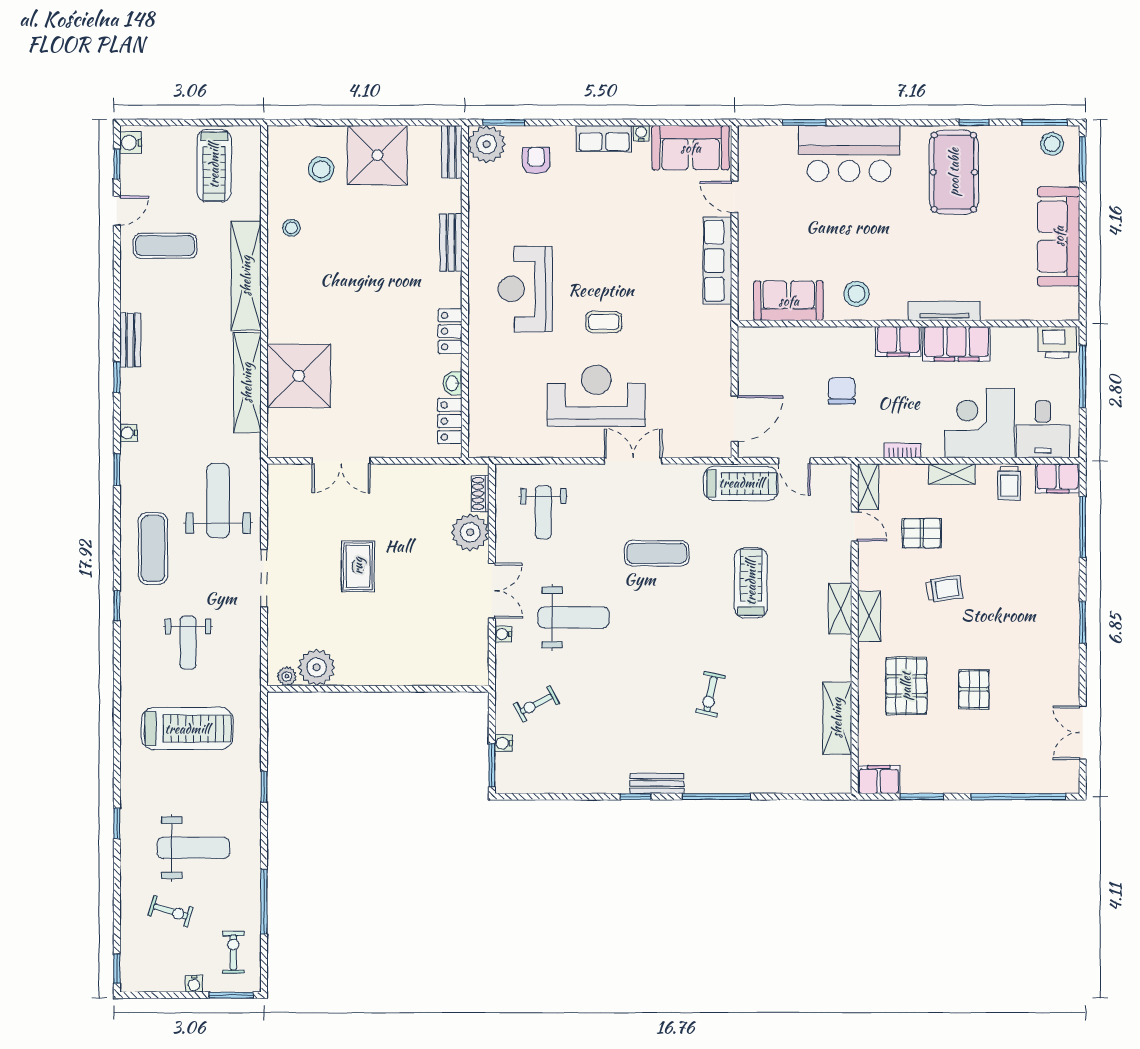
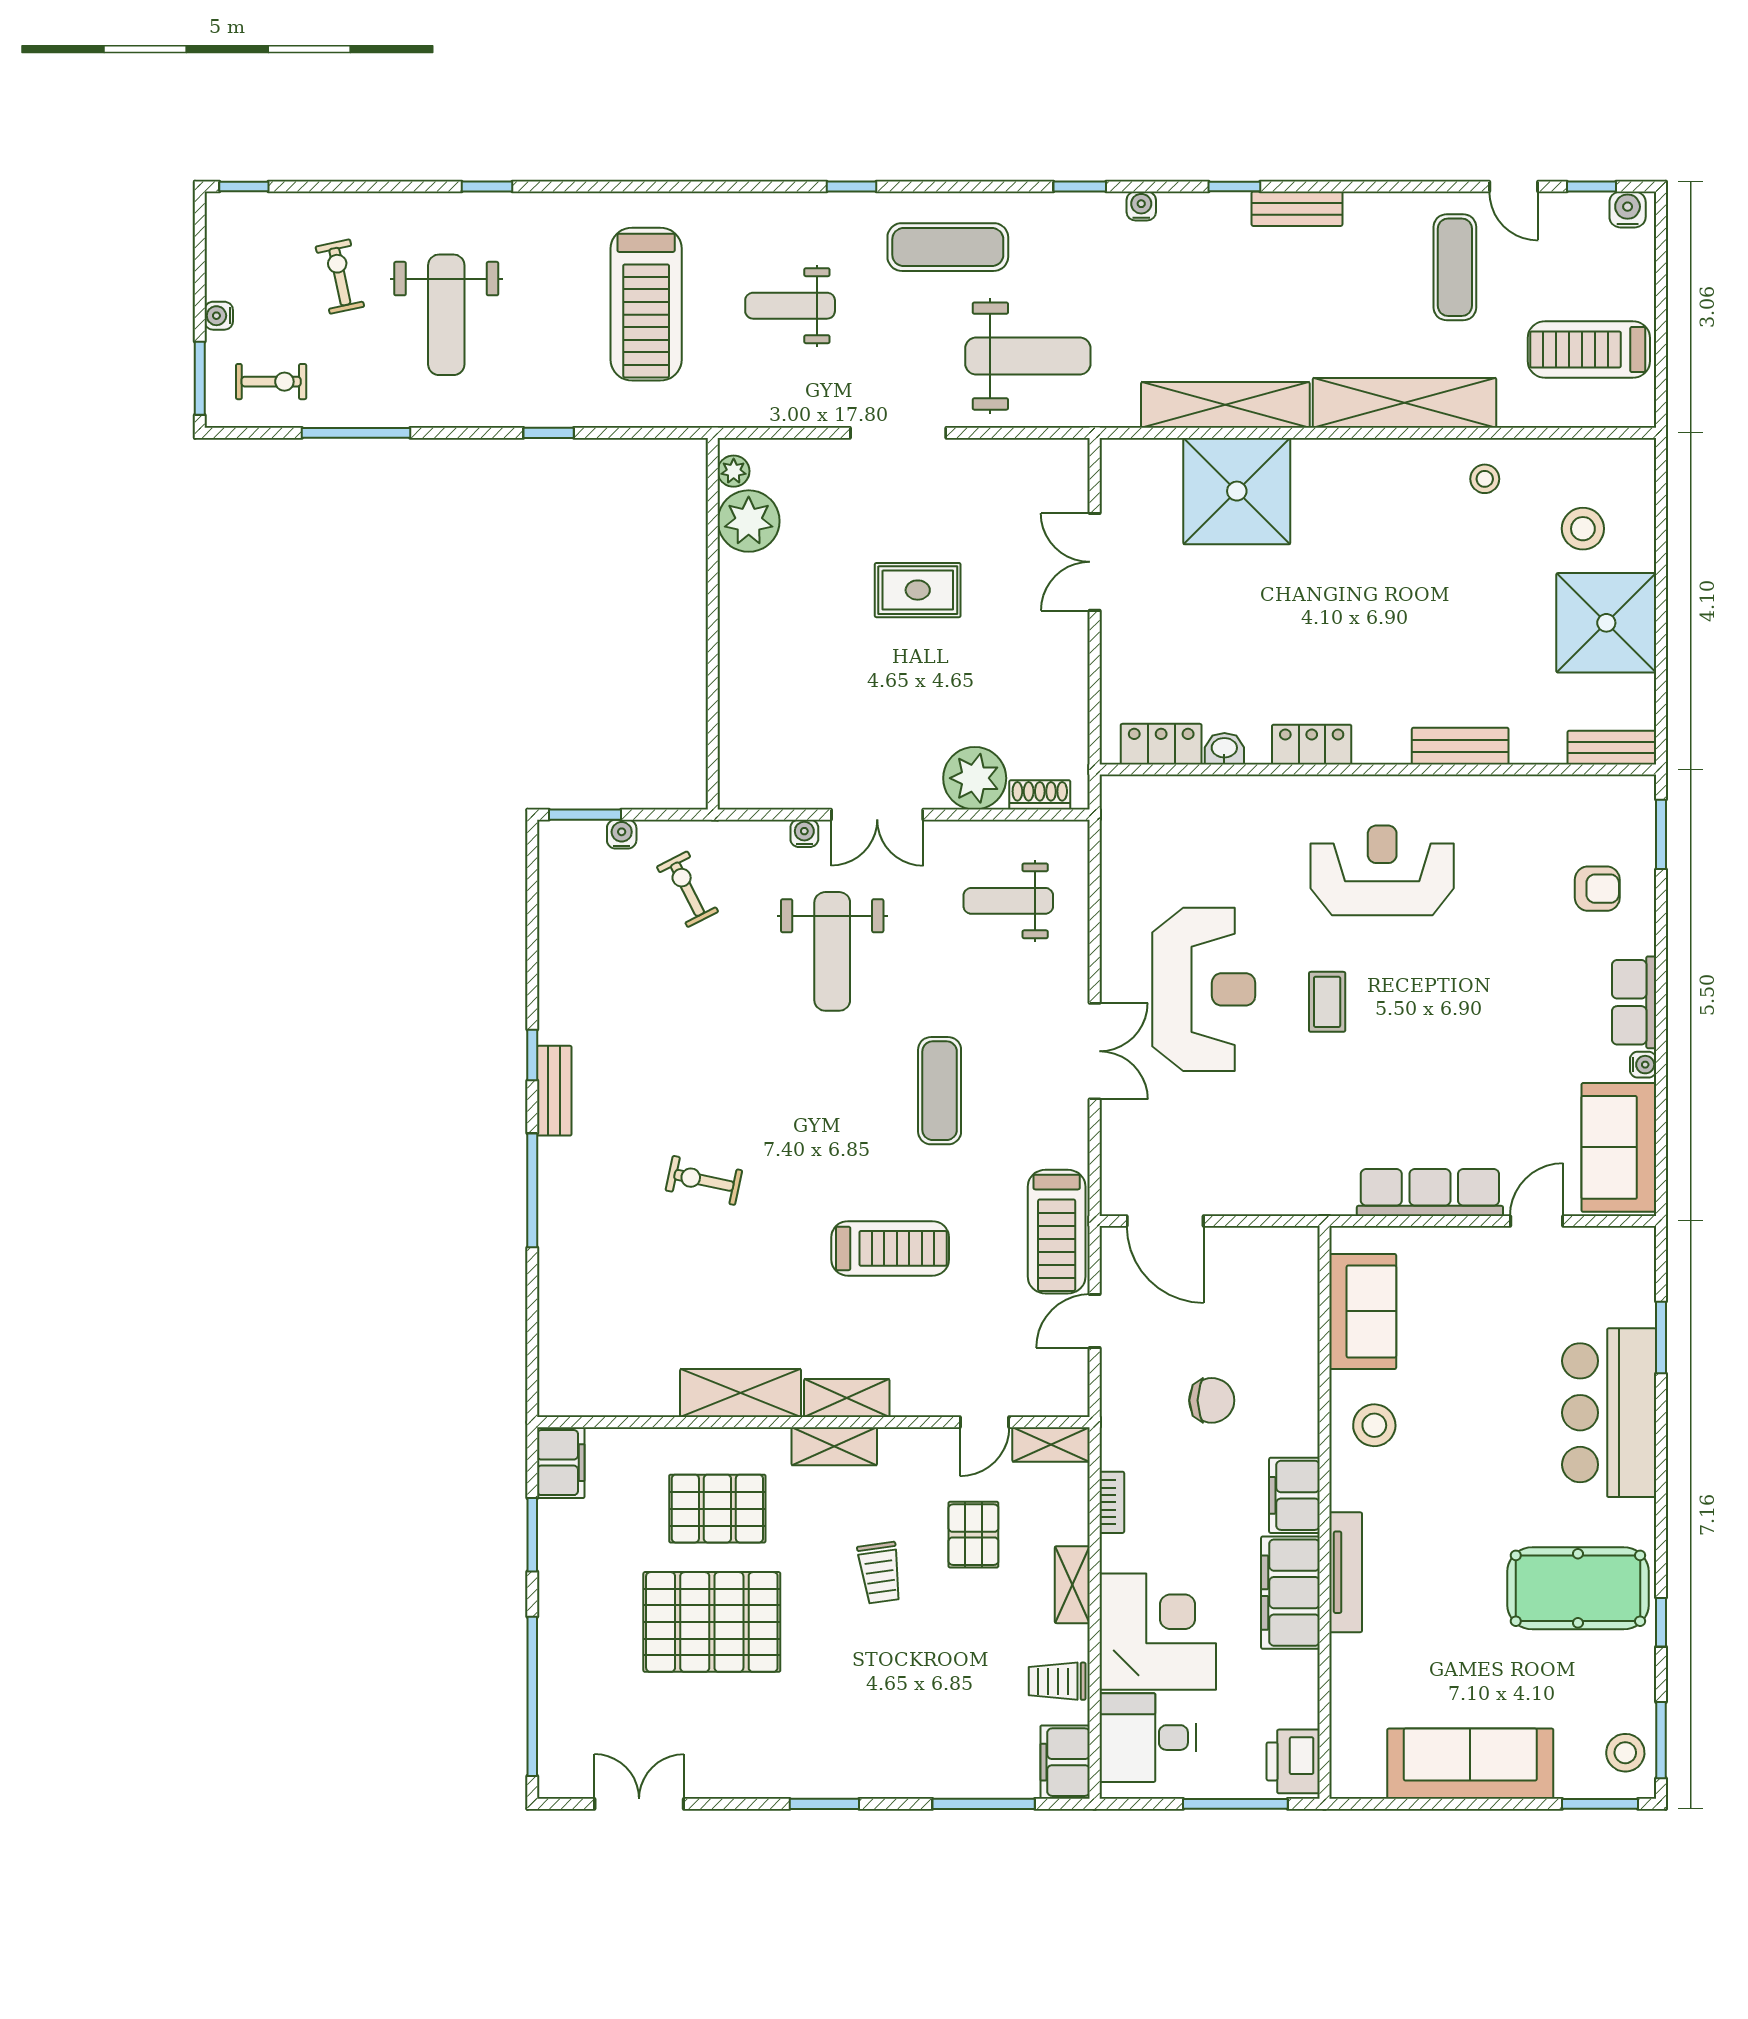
plant: (487, 144) -> (1625, 806), removed
pallet: (974, 689) -> (712, 1622), width x2.05, depth x2.00
shelving: (837, 718) -> (741, 1393), moved
exercise bike: (171, 911) -> (340, 277), turned 151

